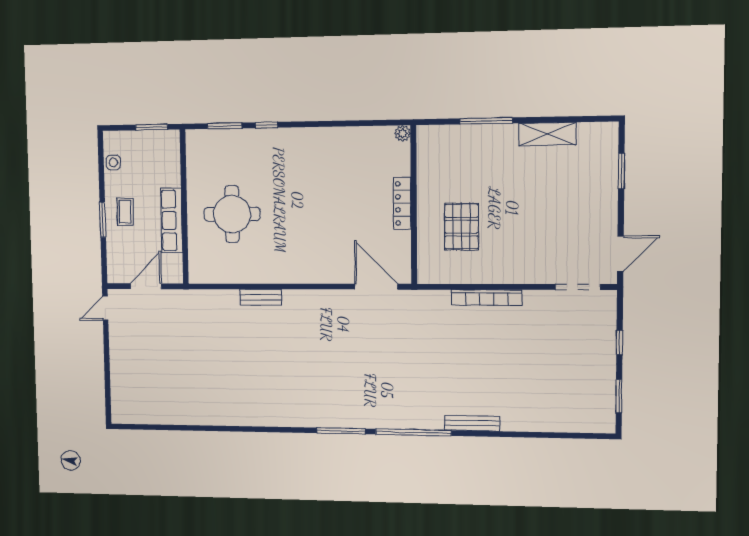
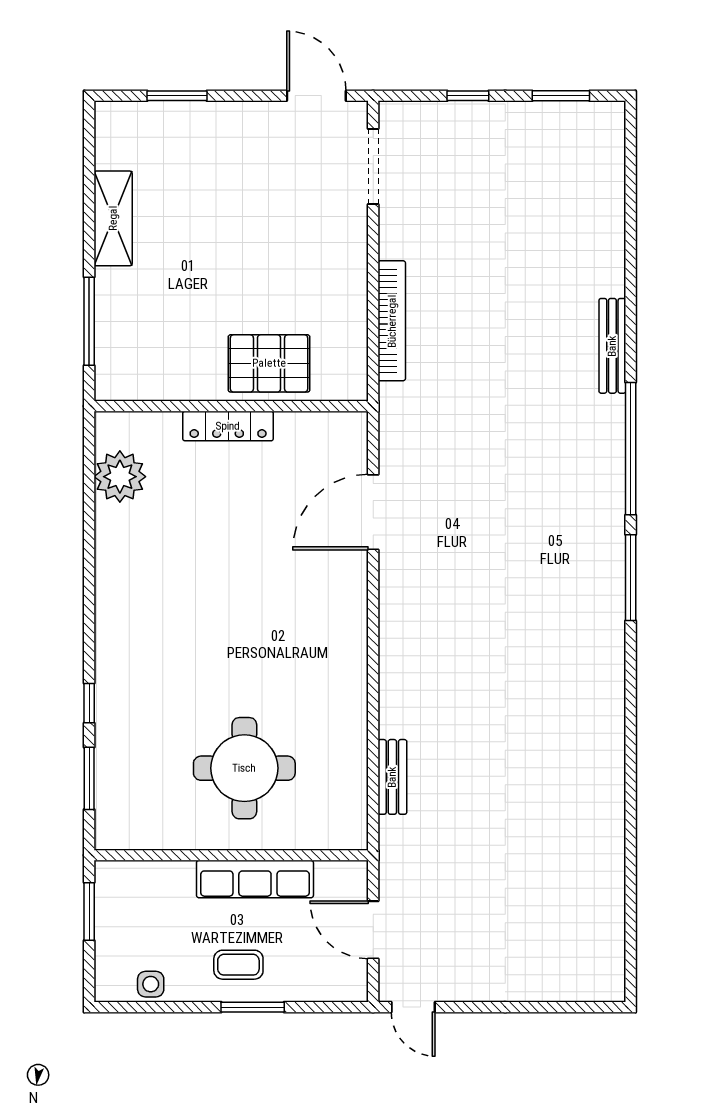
plant: (402, 133) -> (120, 477), width x1.87, depth x1.87
locker: (402, 203) -> (228, 426), moved
wall: (414, 205) -> (231, 406), moved
bench: (261, 297) -> (392, 777), moved

